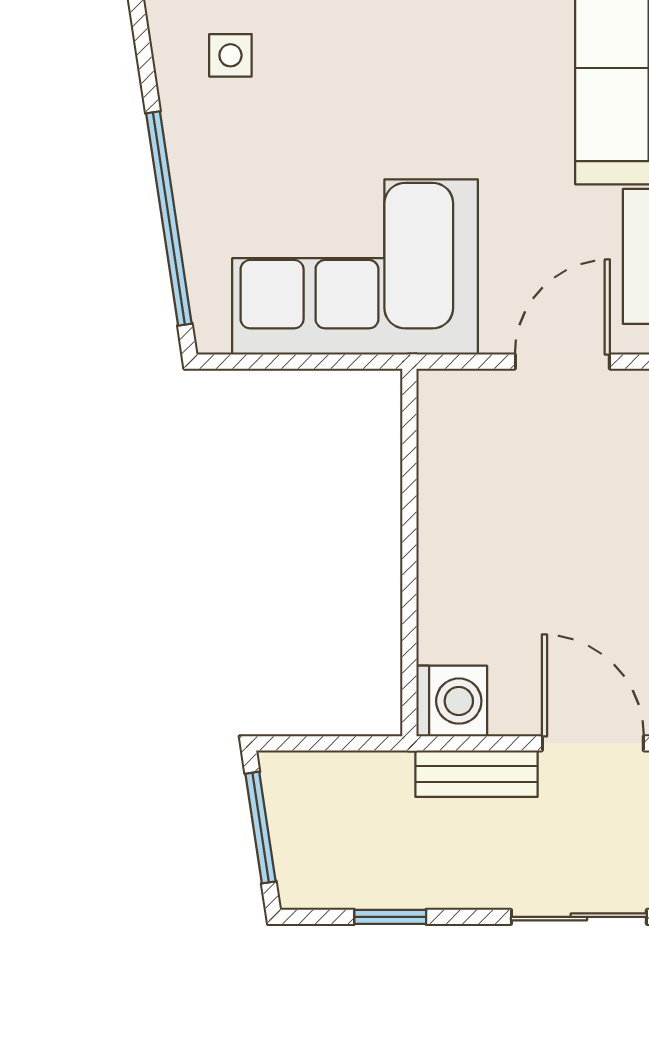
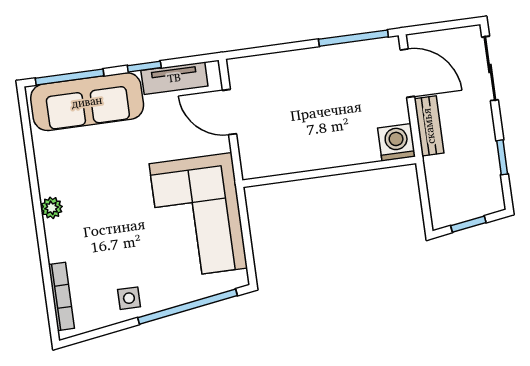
side table: (230, 55) -> (129, 298), moved
door: (593, 743) -> (407, 73), swing flipped
window: (261, 828) -> (468, 224), width x0.67

